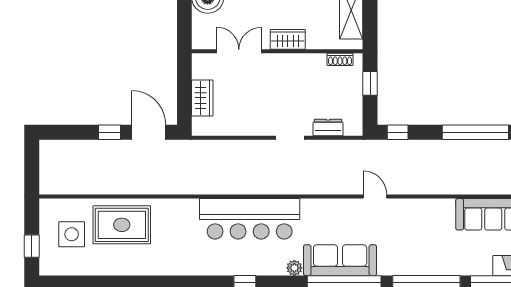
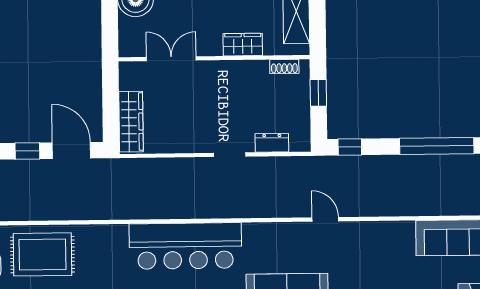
wardrobe: (288, 39) -> (243, 45), moved
wardrobe: (202, 98) -> (131, 122), width x1.50

